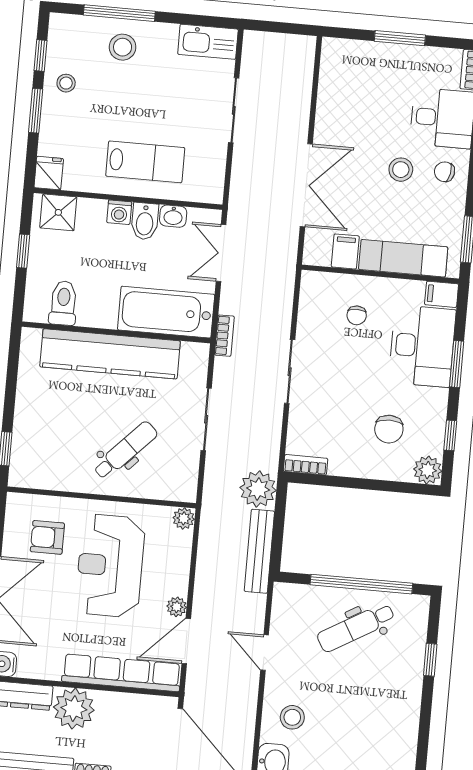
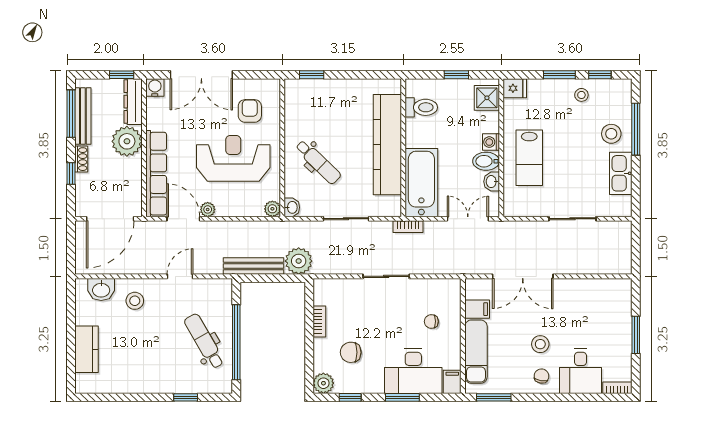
kitchen sink: (208, 42) -> (621, 173), moved
bookcase: (306, 465) -> (319, 322), moved
washbasin: (184, 492) -> (292, 207), added

